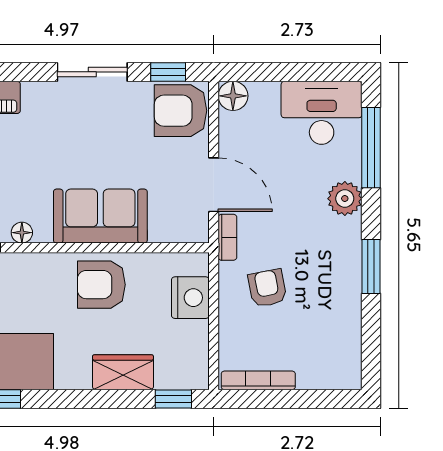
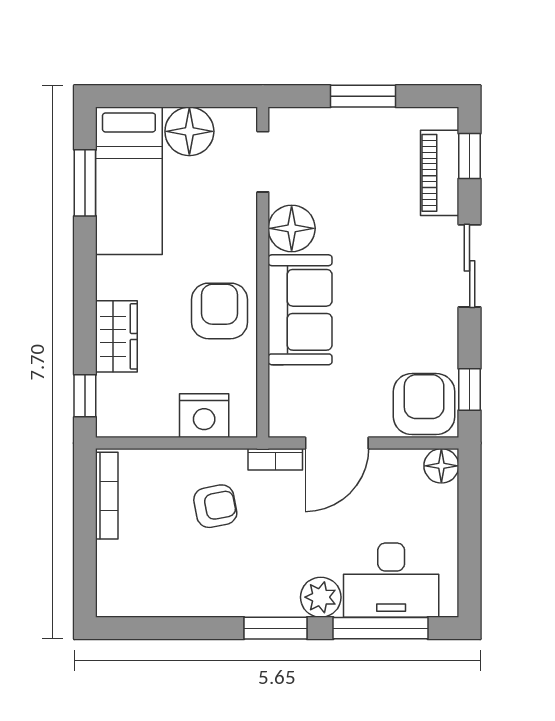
sliding door: (92, 72) -> (470, 266), moved
desk: (322, 113) -> (391, 580), moved, turned 90
floor lamp: (22, 233) -> (292, 228), width x1.89, depth x1.89
window: (371, 266) -> (275, 628), moved

